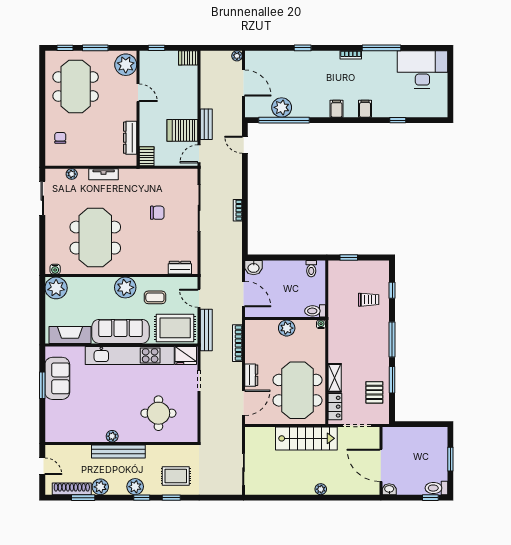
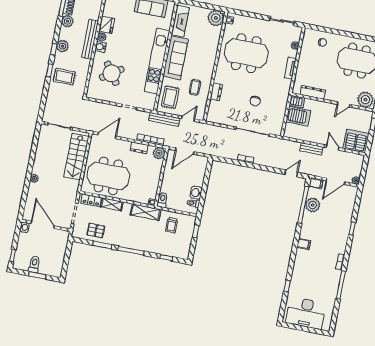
server rack: (188, 58) -> (356, 141), width x2.18, depth x1.44
desk: (422, 69) -> (306, 313), moved, turned 90
filing cabinet: (365, 109) -> (316, 183), moved
server rack: (182, 130) -> (298, 116), moved, turned 90
door: (199, 154) -> (332, 148), moved
dresser: (180, 268) -> (216, 92), moved
washbasin: (254, 268) -> (196, 193), moved
plant: (125, 287) -> (206, 68), removed
trolley: (369, 300) -> (172, 225), moved
rug: (175, 328) -> (170, 97), width x0.73, depth x0.70
plant: (287, 328) -> (159, 153), moved
shelving: (336, 330) -> (146, 212), added
fridge: (186, 355) -> (107, 25), moved, turned 180
dresser: (251, 375) -> (139, 148), moved
door: (244, 403) -> (107, 136), swing flipped
round table: (158, 413) -> (112, 73), turned -34
water cooler: (126, 435) -> (101, 47), added
stairs: (306, 438) -> (76, 157), moved
door: (381, 465) -> (43, 225), hinge flipped
rug: (176, 476) -> (64, 77), turned 90
toilet: (436, 488) -> (34, 264), moved

